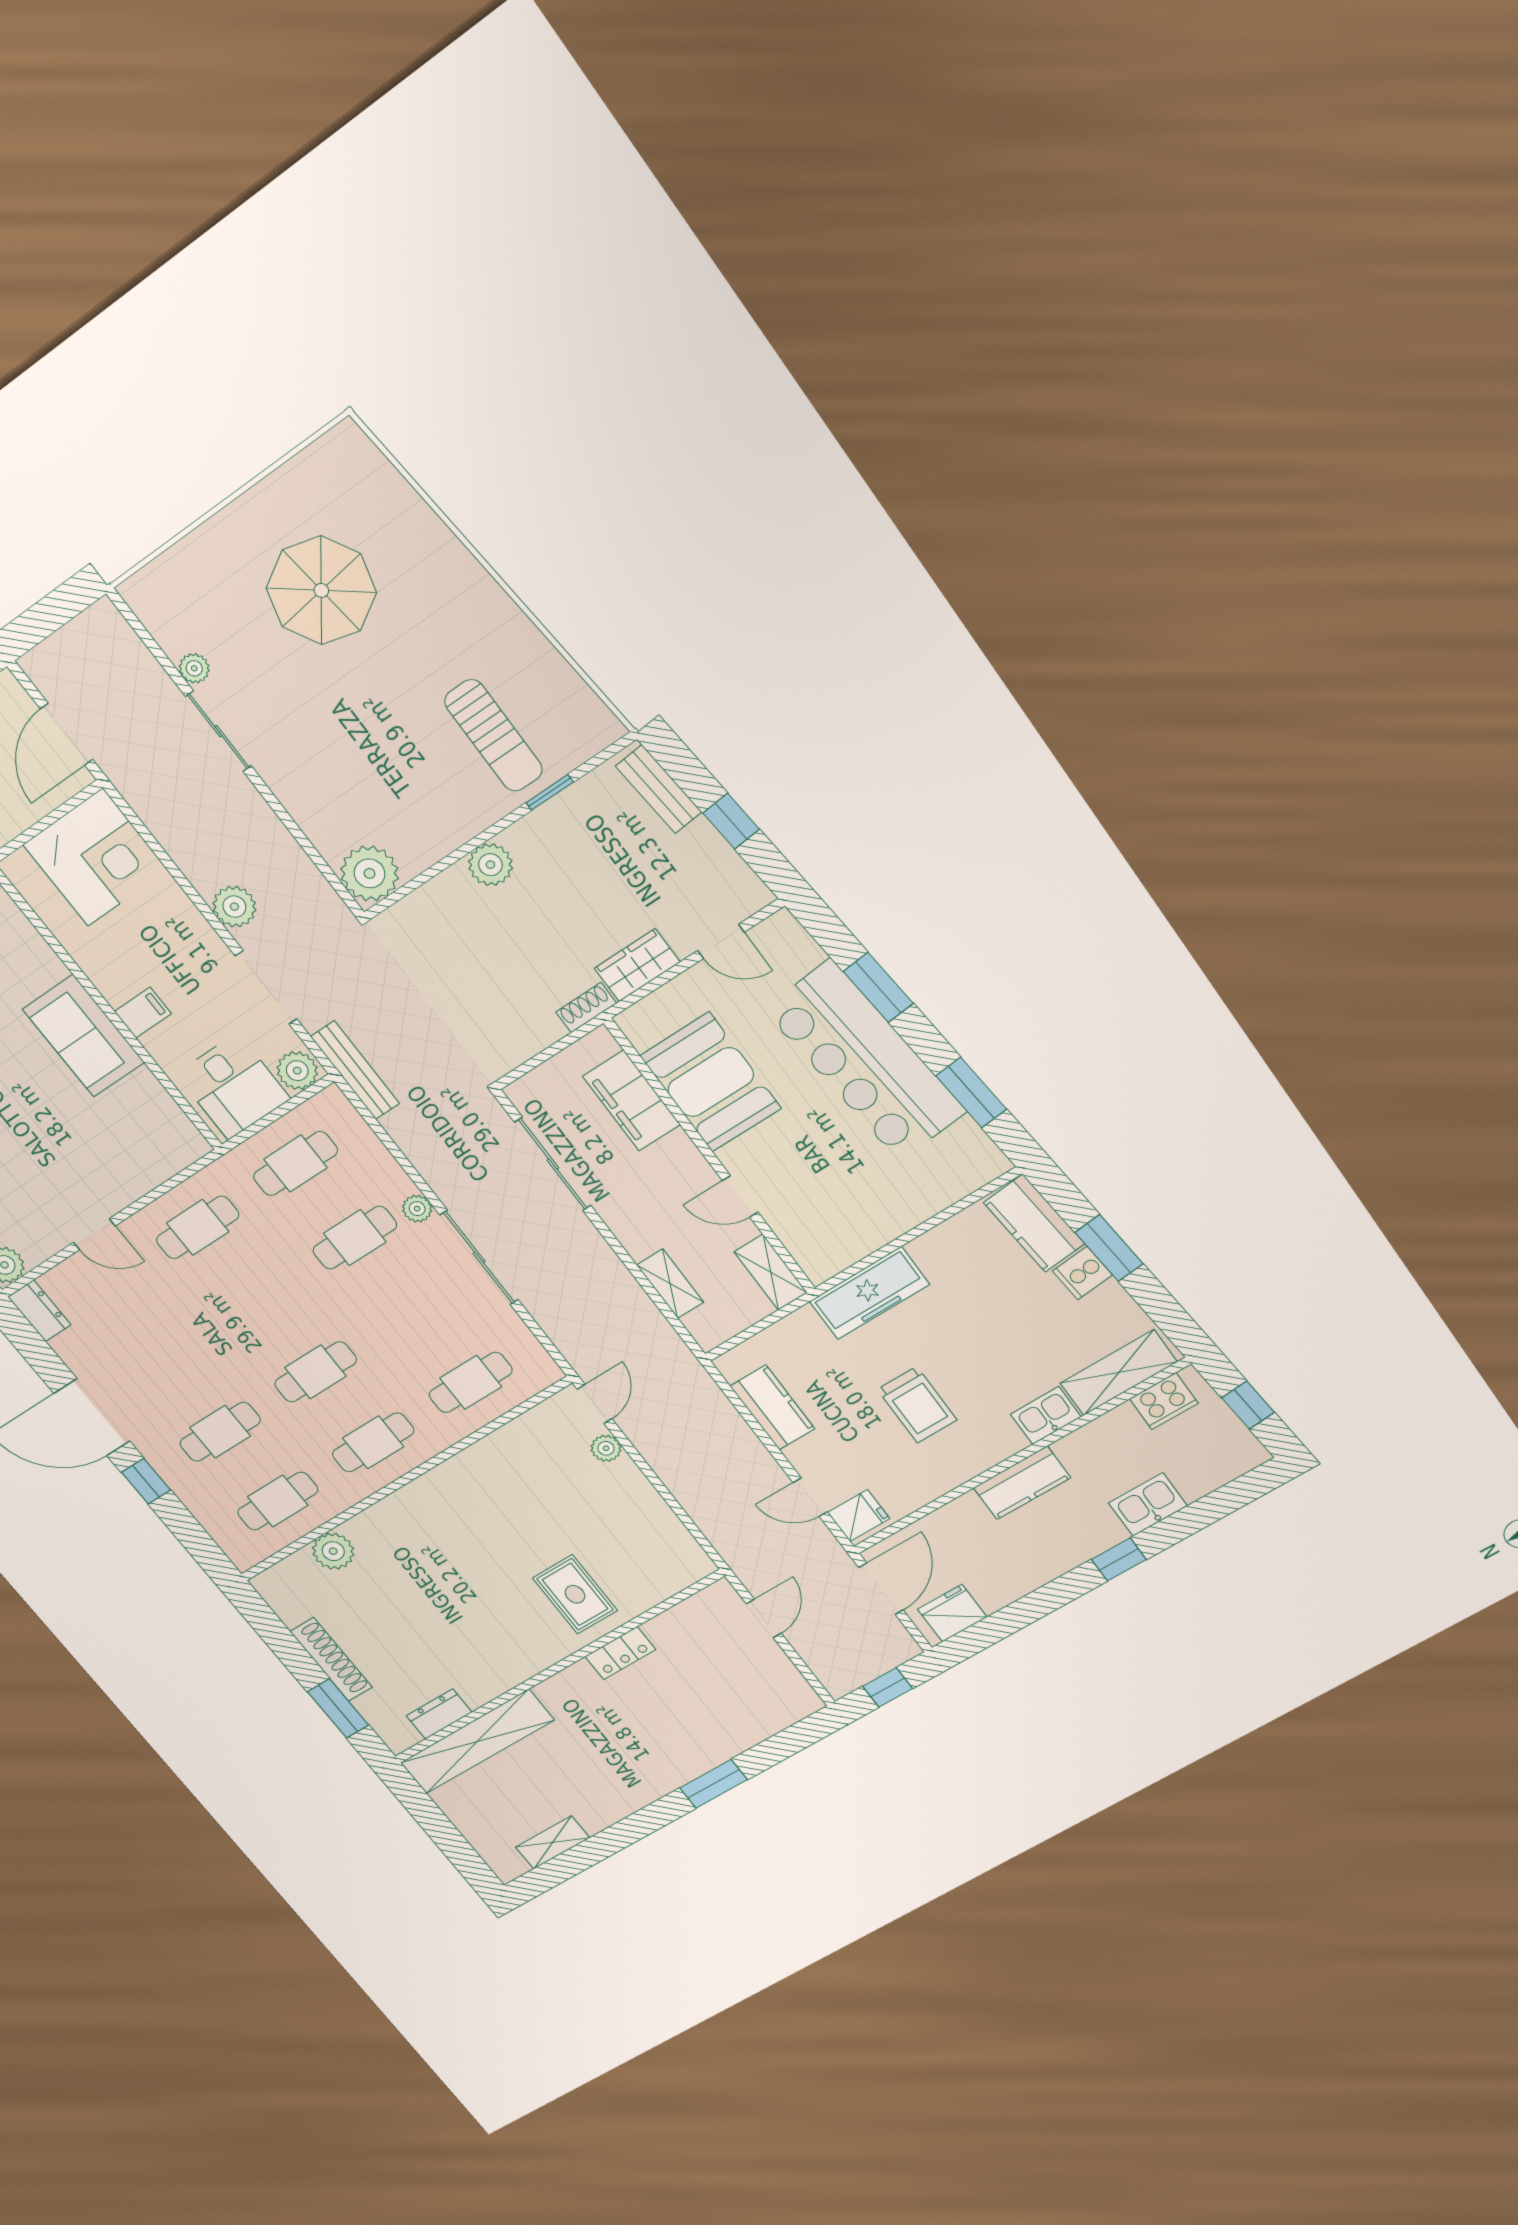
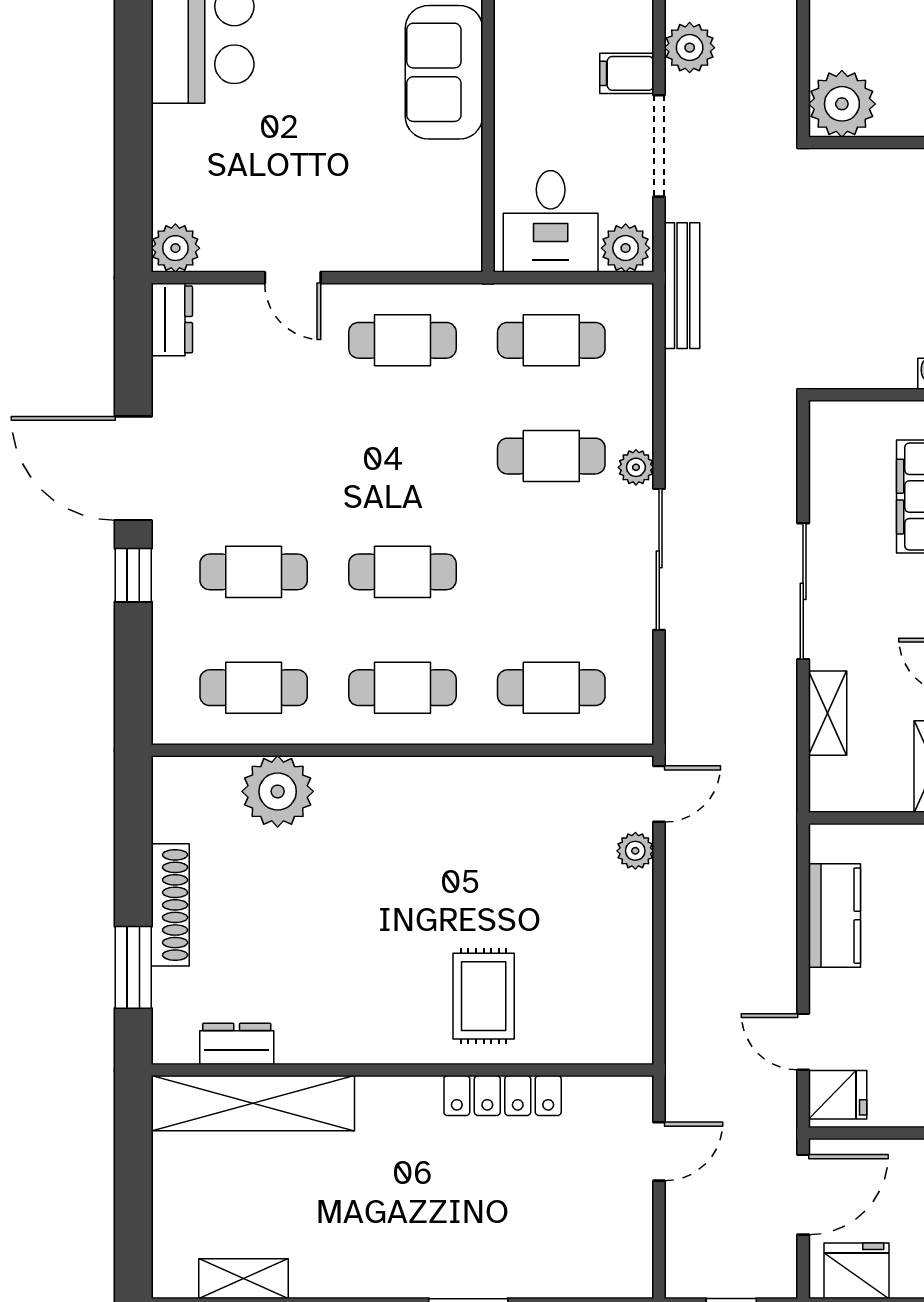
filing cabinet: (143, 1013) -> (627, 73), moved, turned 180
sliding door: (553, 1164) -> (803, 591), moved
plant: (333, 1551) -> (278, 791), width x1.36, depth x1.36
locker: (620, 1653) -> (503, 1096), width x1.53

